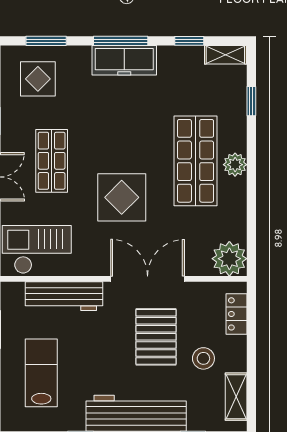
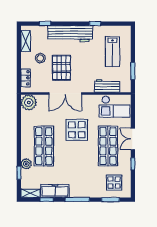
freezer: (124, 60) -> (55, 191), moved
shop shelf: (52, 161) -> (108, 146), width x1.43, depth x1.36
plant: (235, 165) -> (26, 164), moved
workbench: (64, 296) -> (107, 86), width x0.73

